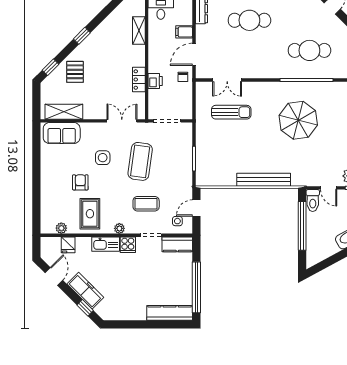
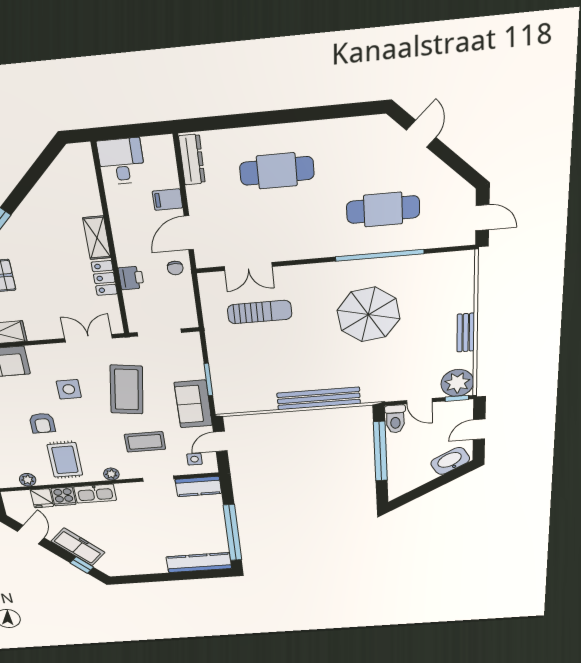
shelving: (139, 30) -> (97, 238), moved
sofa: (182, 177) -> (193, 404), added
armchair: (80, 182) -> (42, 423), turned 180
cooker: (128, 245) -> (63, 496), moved

